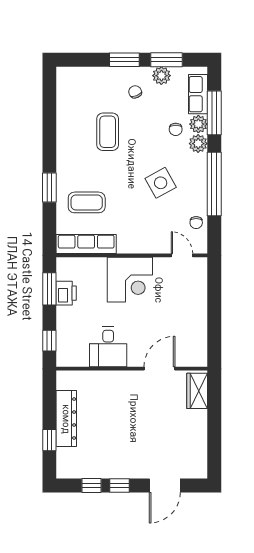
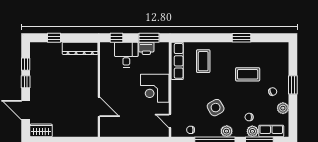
window: (166, 60) -> (293, 111), removed
plant: (198, 144) -> (227, 131), moved
window: (49, 187) -> (241, 38), moved
door: (182, 255) -> (170, 121), swing flipped
desk: (108, 347) -> (126, 55), moved, turned 90
wardrobe: (197, 391) -> (41, 130), moved
dresser: (66, 419) -> (80, 48), moved

